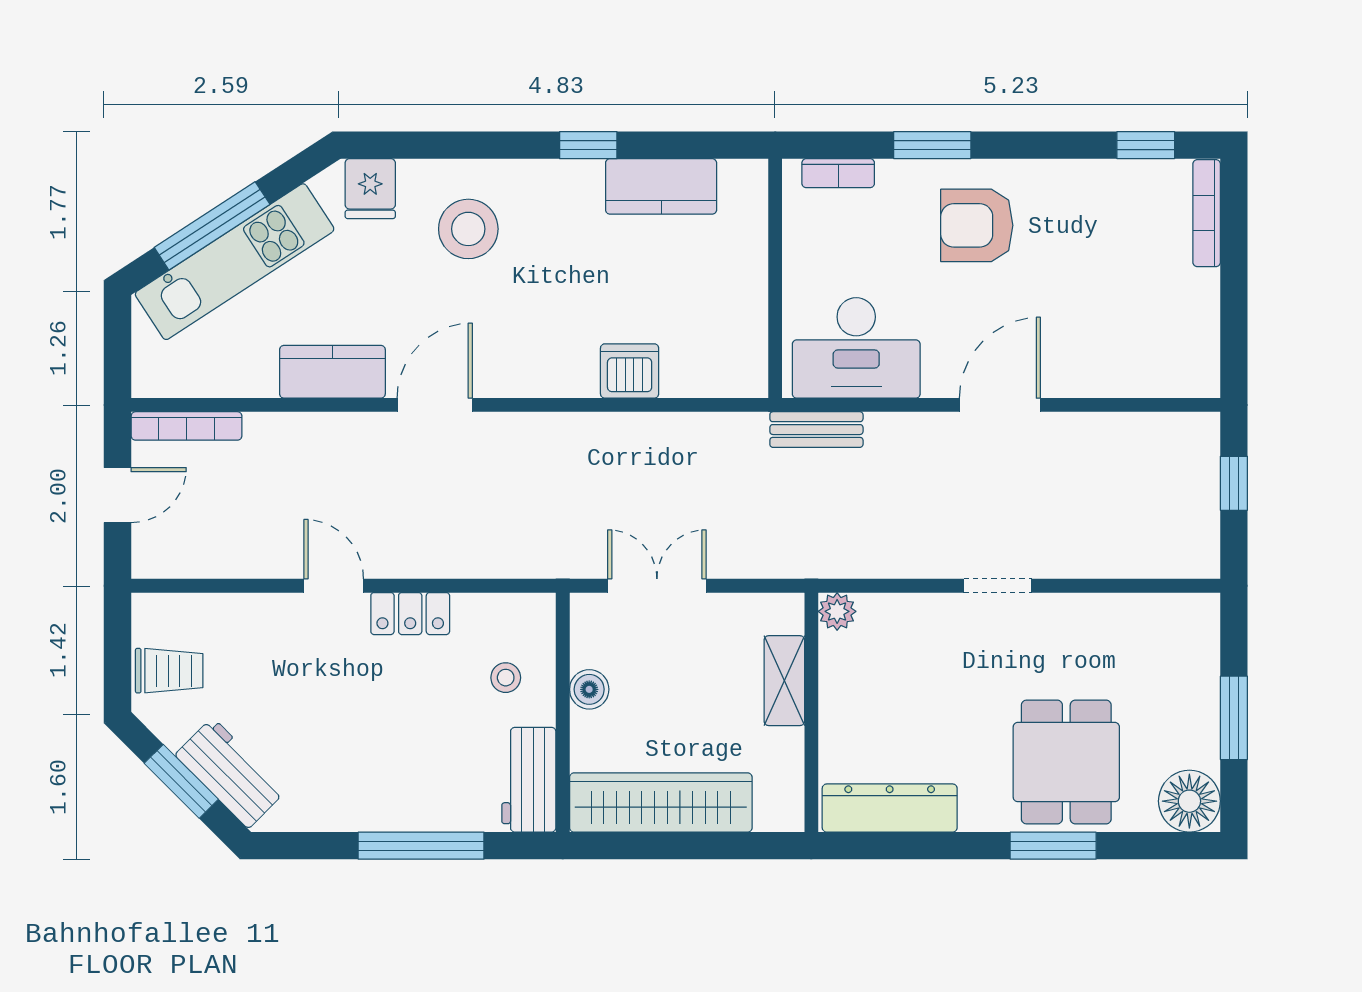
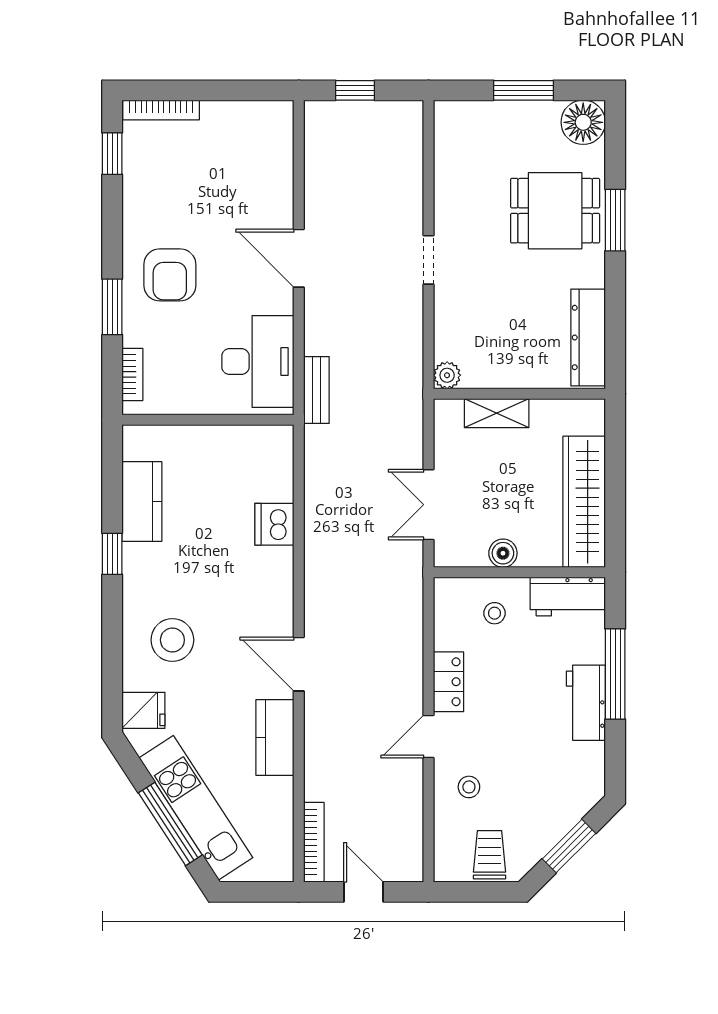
stool: (264, 642) -> (469, 787), added
workbench: (230, 773) -> (586, 703), moved, turned -45

